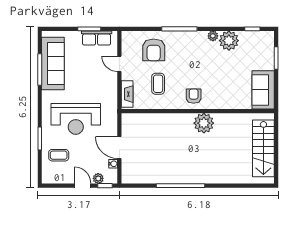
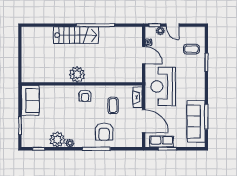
armchair: (154, 50) -> (104, 132), moved, turned 180
door: (119, 64) -> (144, 121), width x1.87
reception desk: (76, 119) -> (163, 87), moved, turned -90
stairs: (263, 148) -> (76, 35), moved, turned 90

